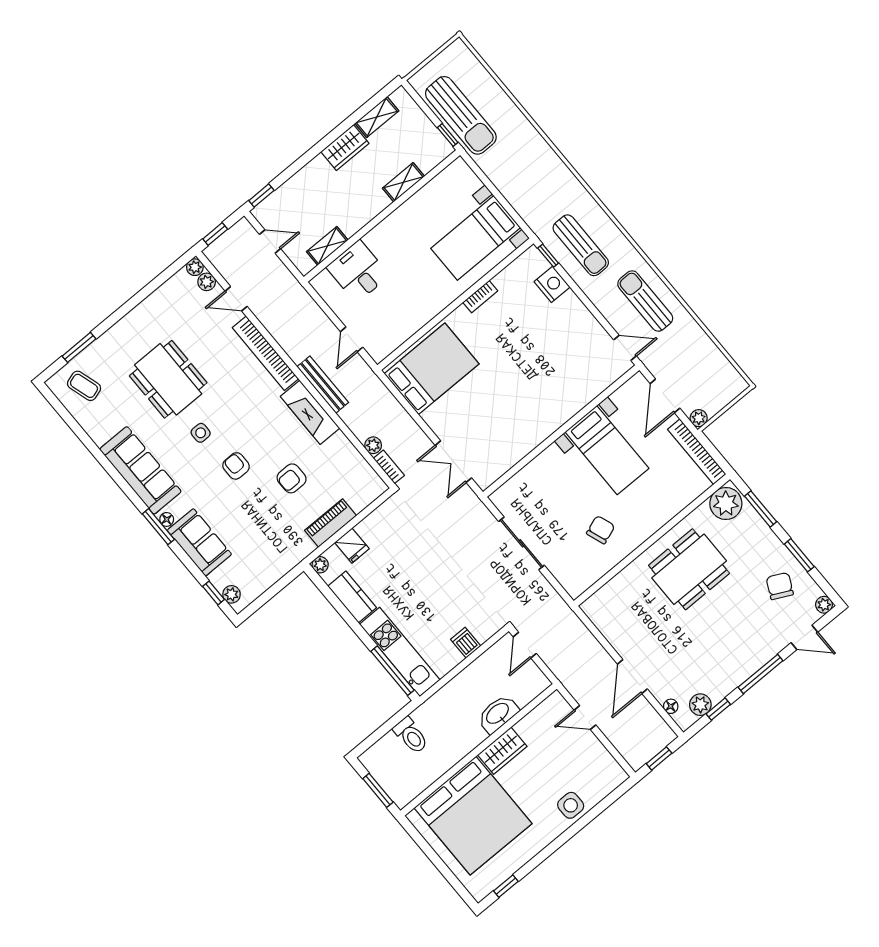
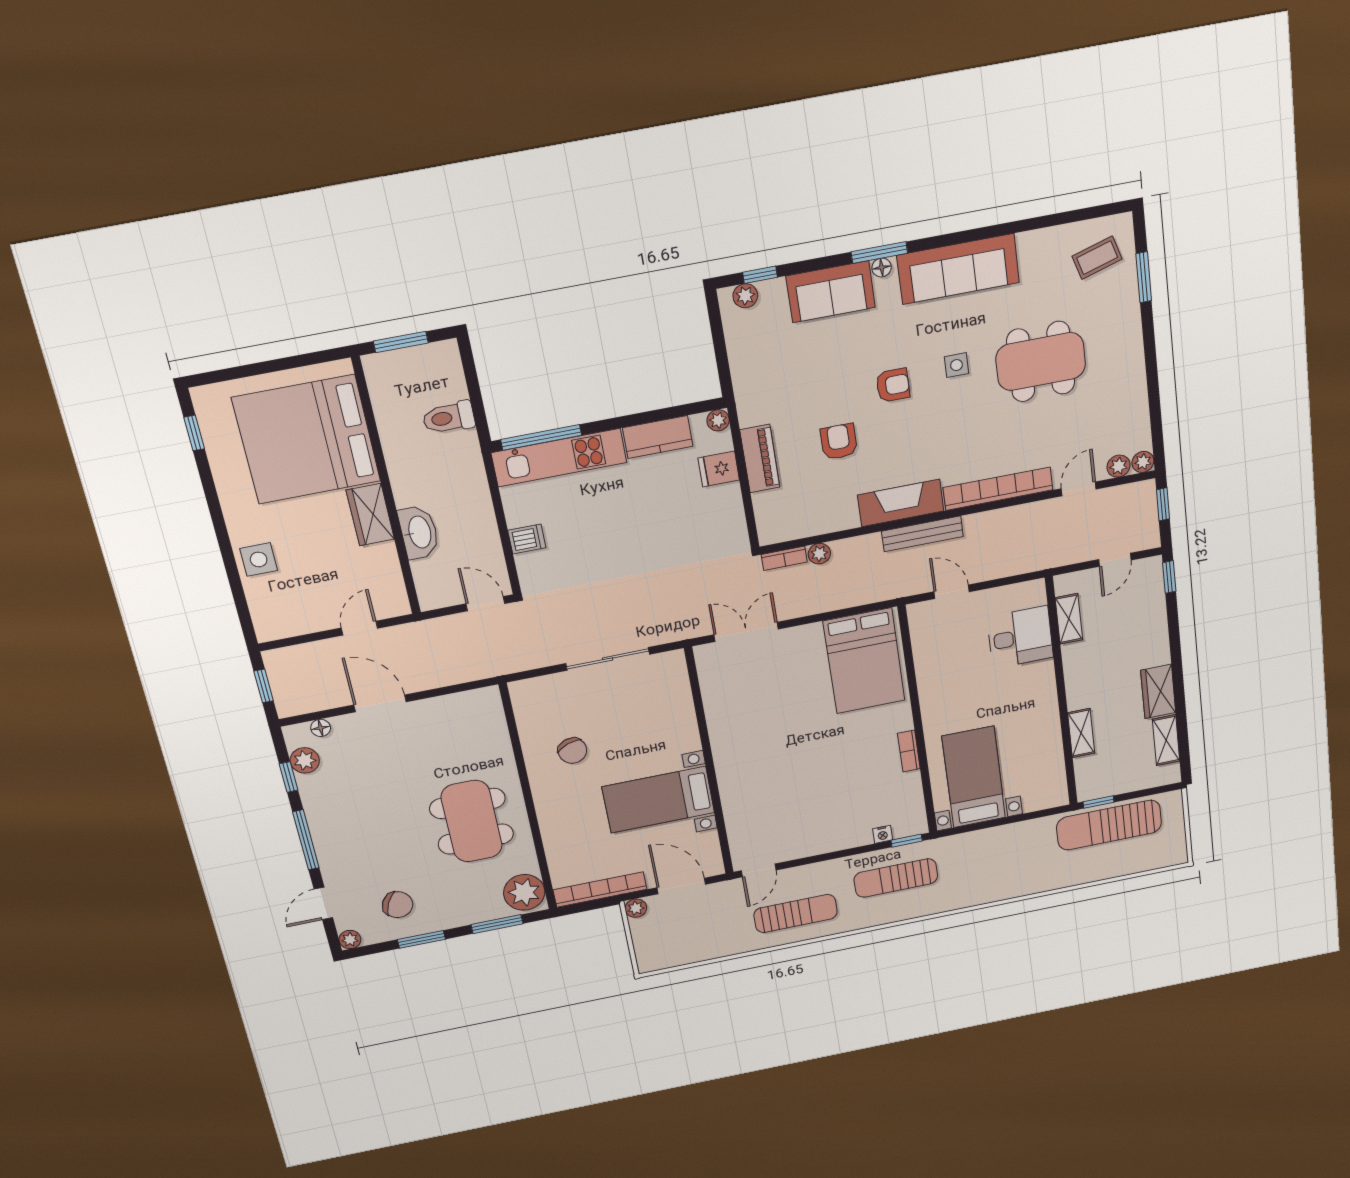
nightstand: (552, 284) -> (883, 834), width x0.53, depth x0.56

